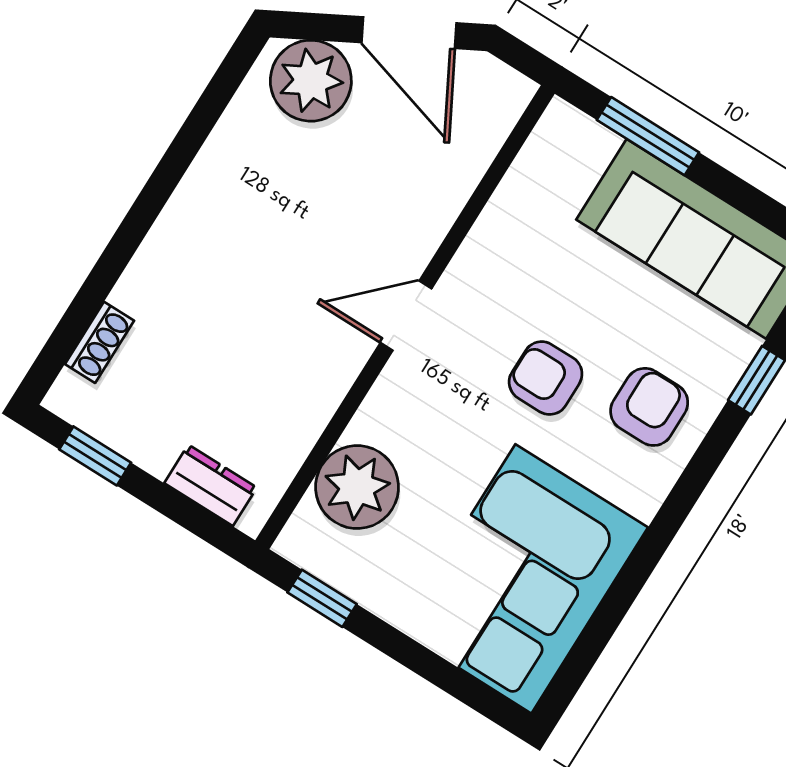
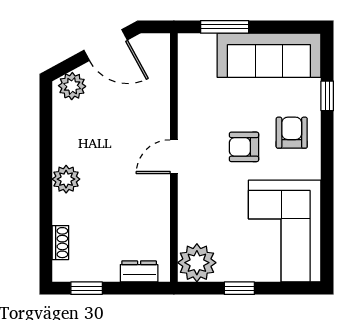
plant: (311, 81) -> (72, 86), width x0.73, depth x0.73
plant: (183, 233) -> (66, 179), added
plant: (357, 487) -> (197, 263), moved
window: (322, 598) -> (239, 288), moved

